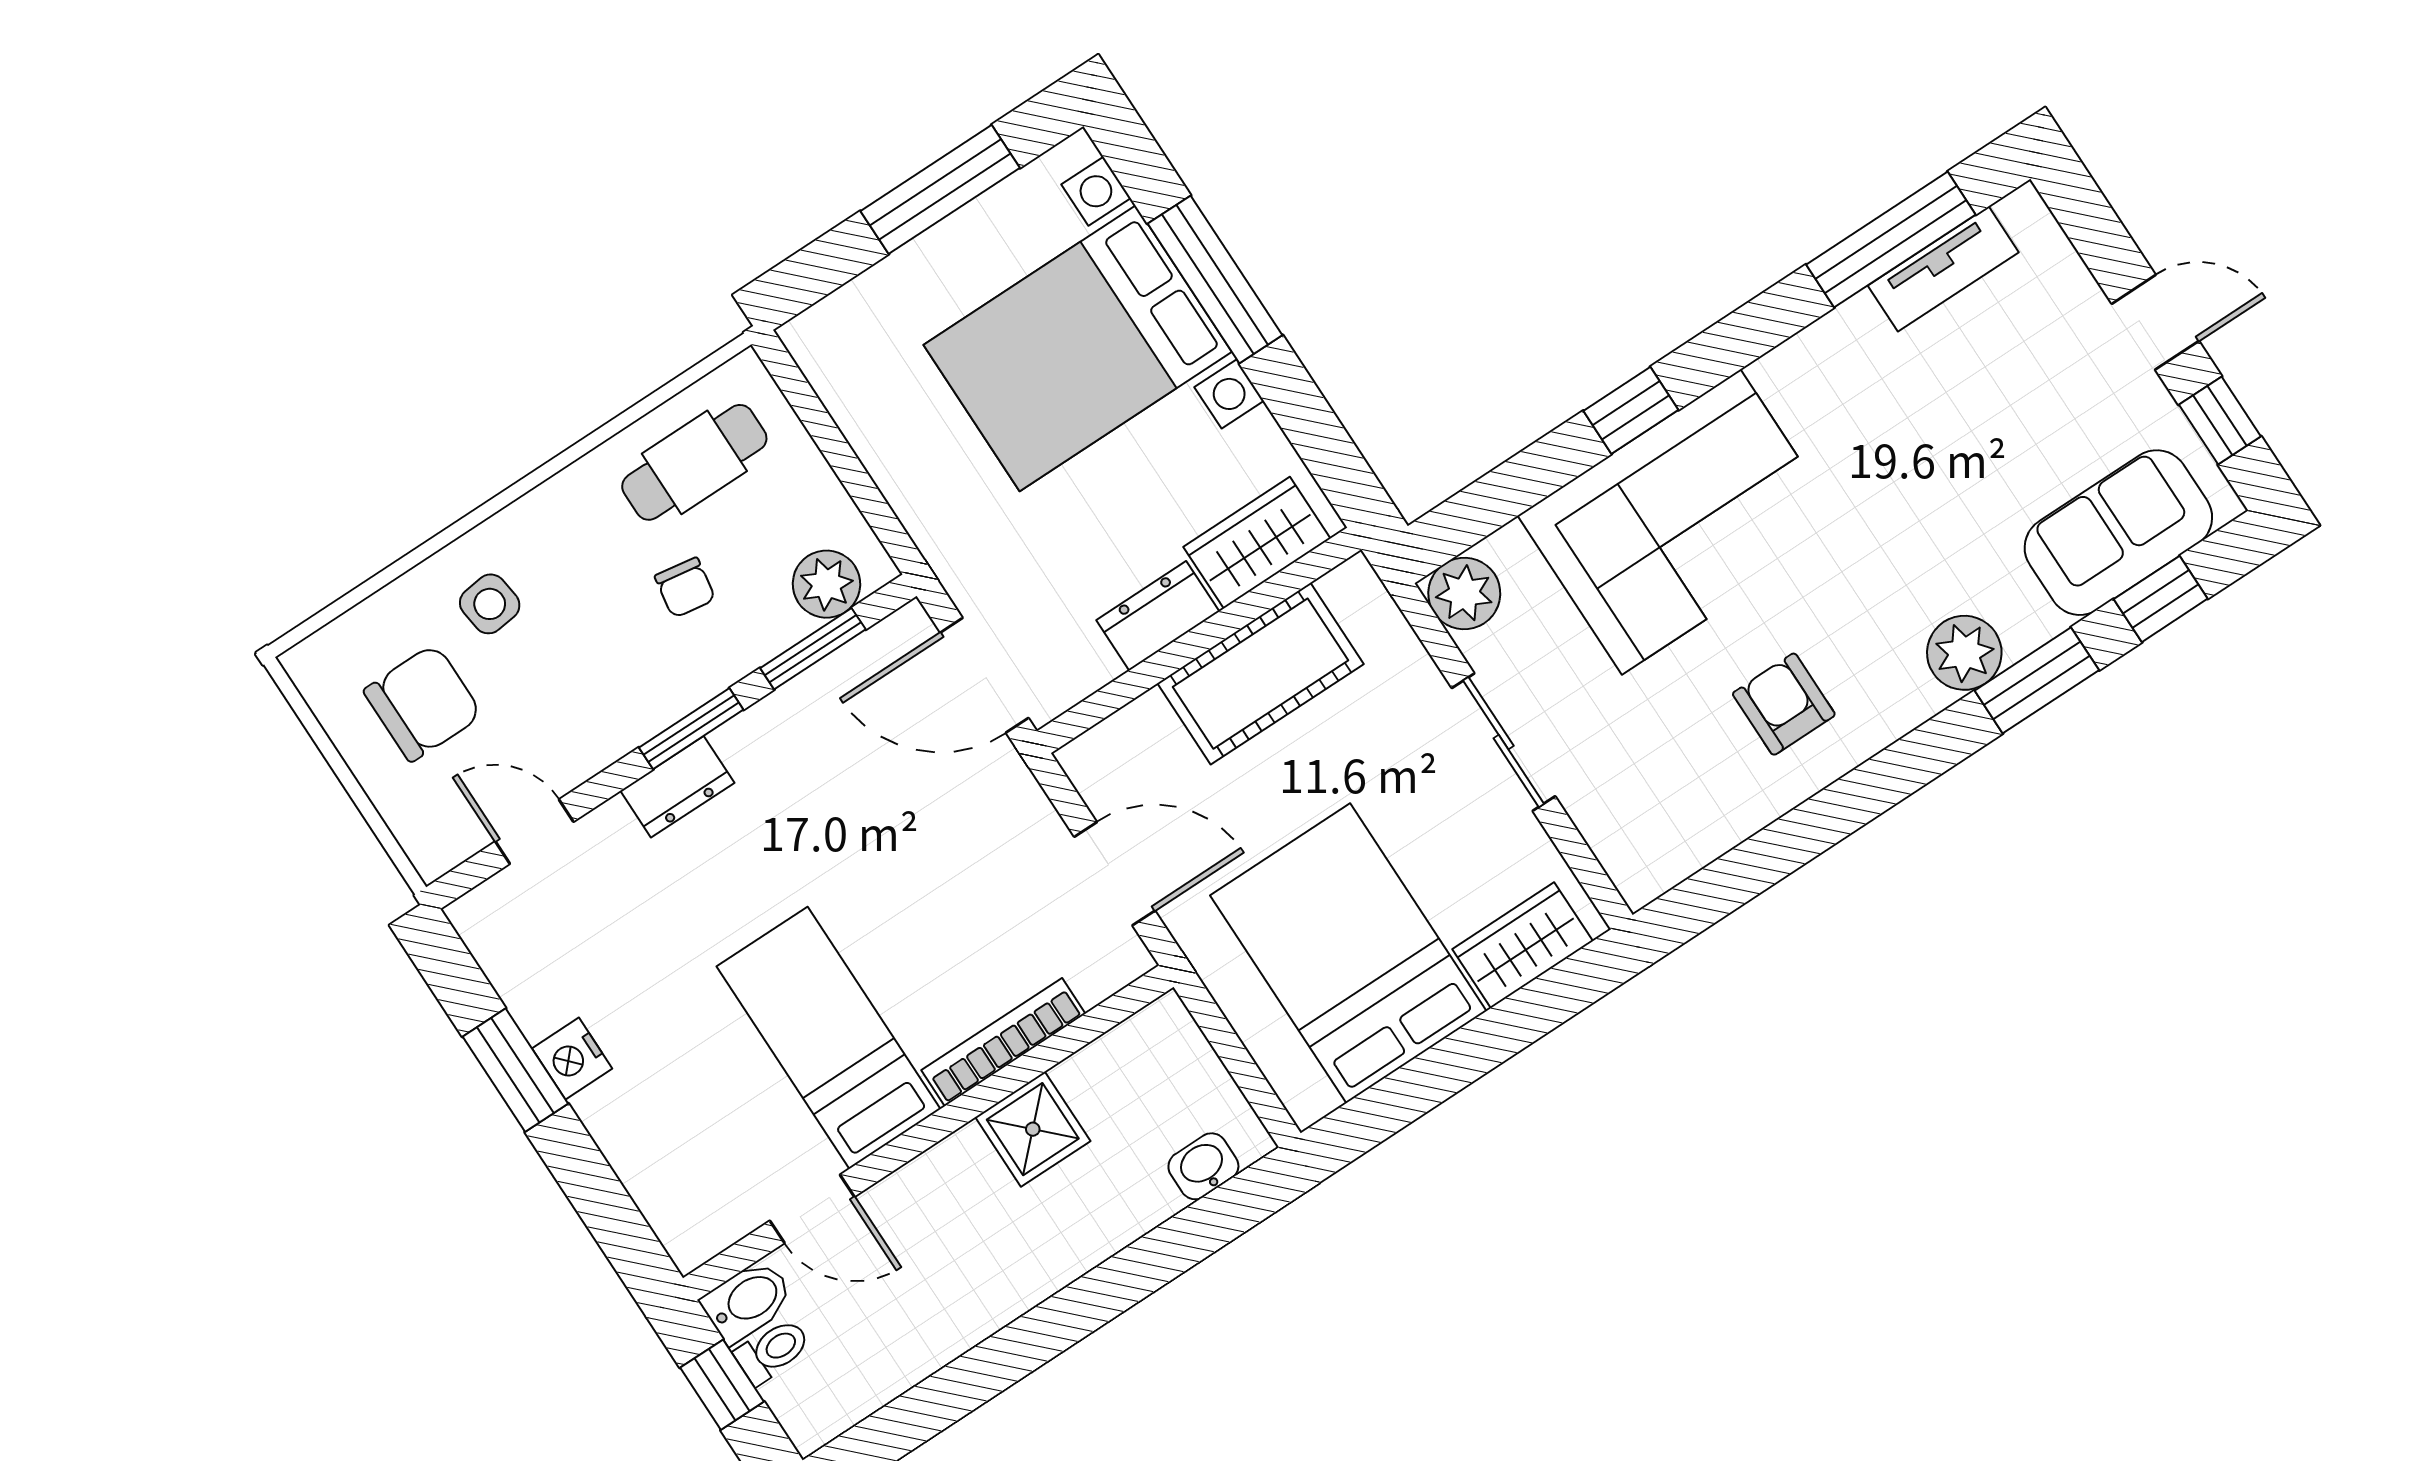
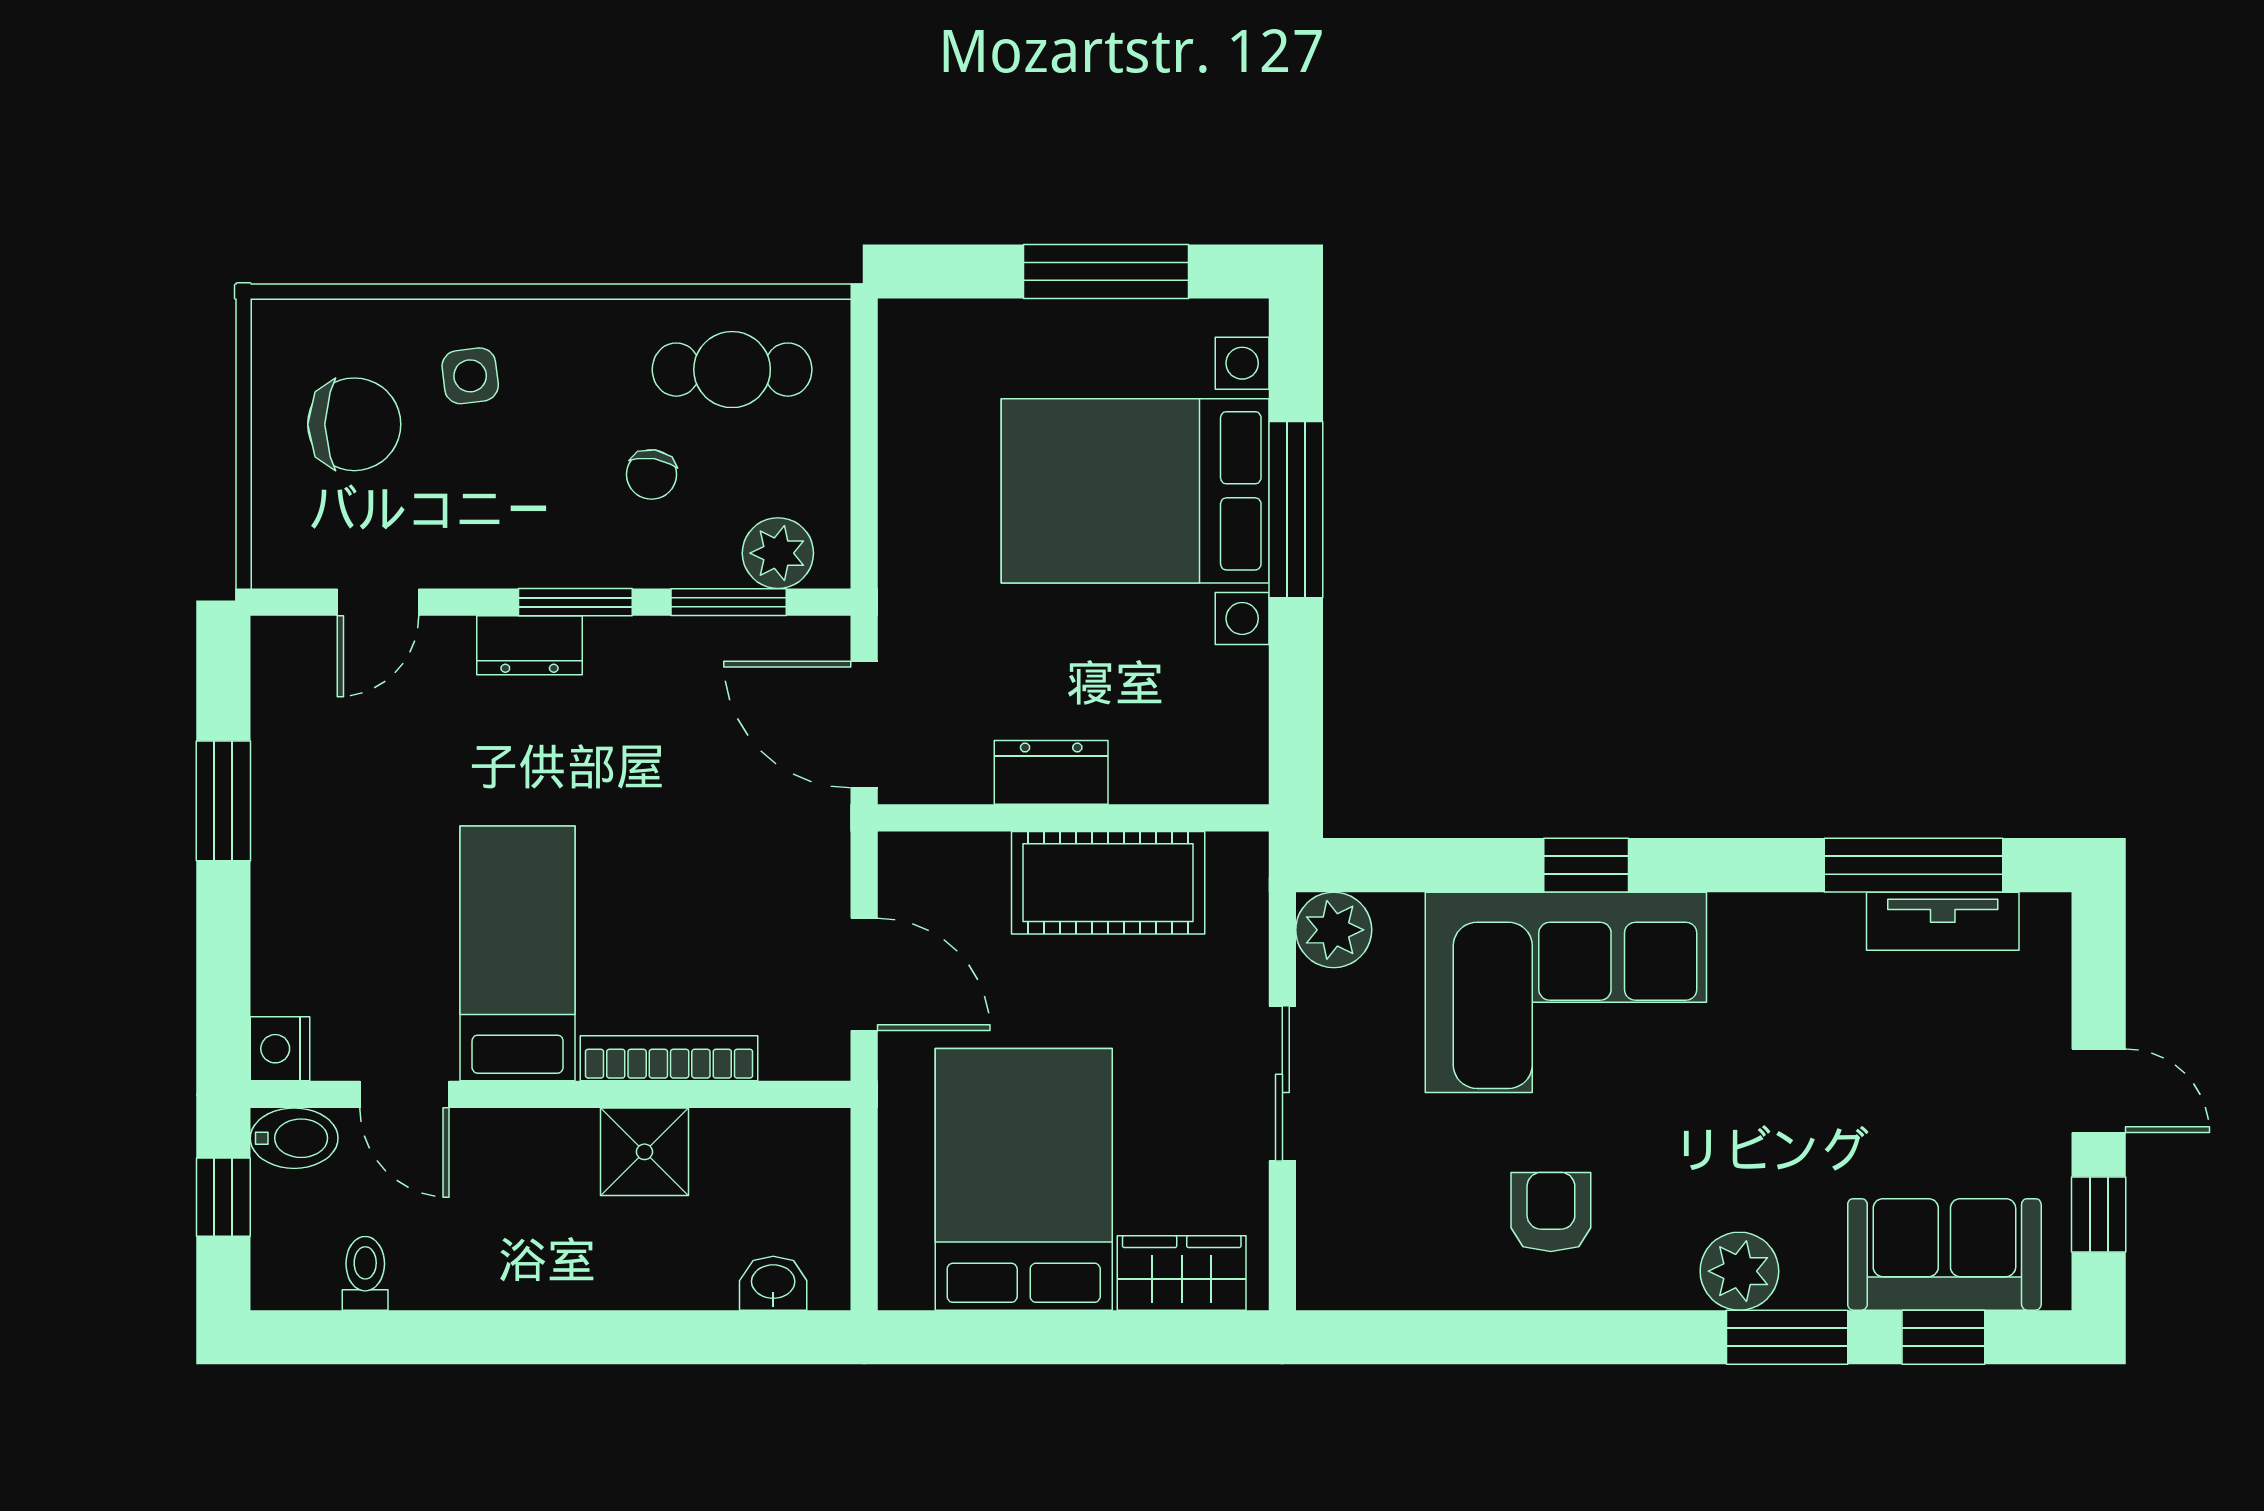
wardrobe: (1257, 543) -> (1181, 765), removed
door: (534, 832) -> (378, 602), swing flipped
nightstand: (572, 1059) -> (280, 1049), moved
toilet: (773, 1351) -> (365, 1273), moved, turned -90

